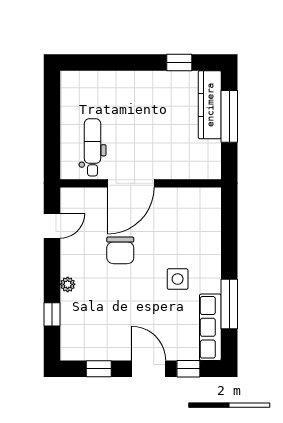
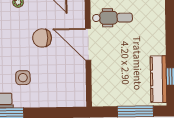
kitchen counter: (210, 105) -> (158, 79), moved, turned -90

